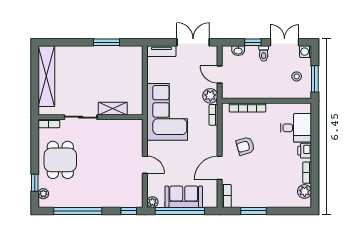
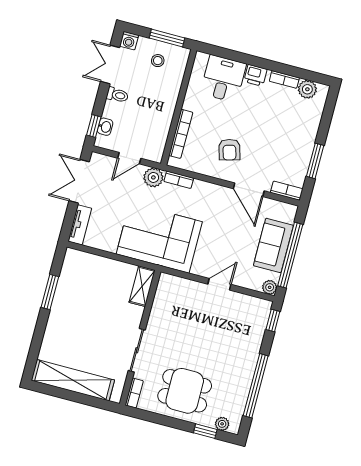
window: (253, 42) -> (94, 126), moved
shelving: (113, 109) -> (142, 286), moved

